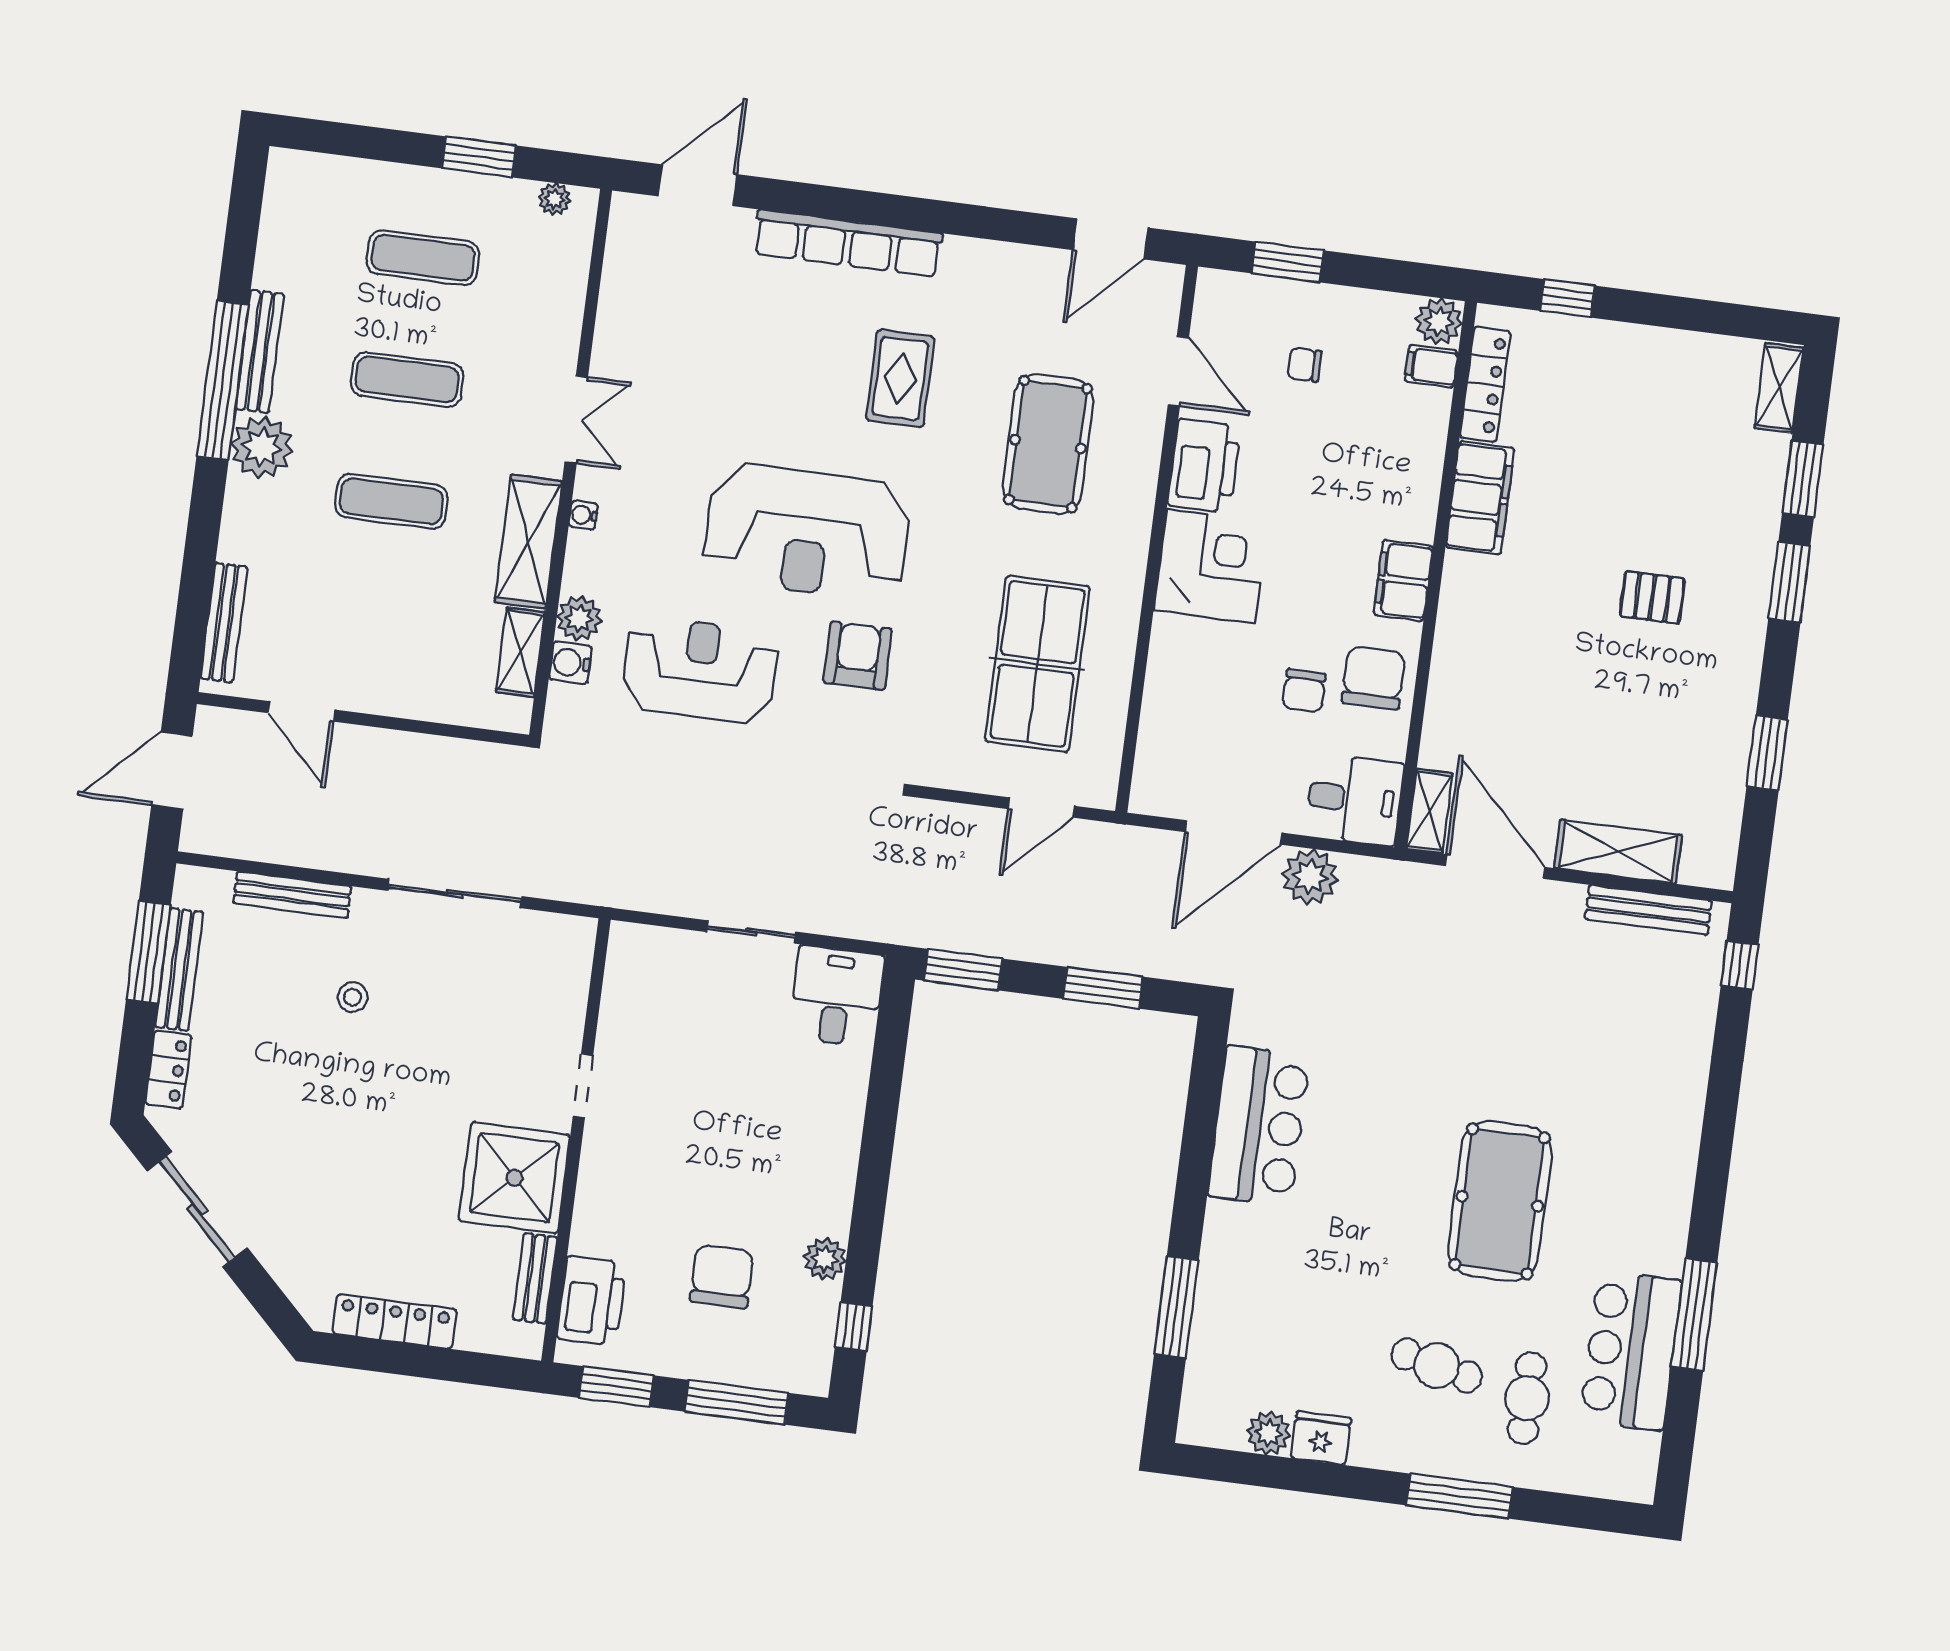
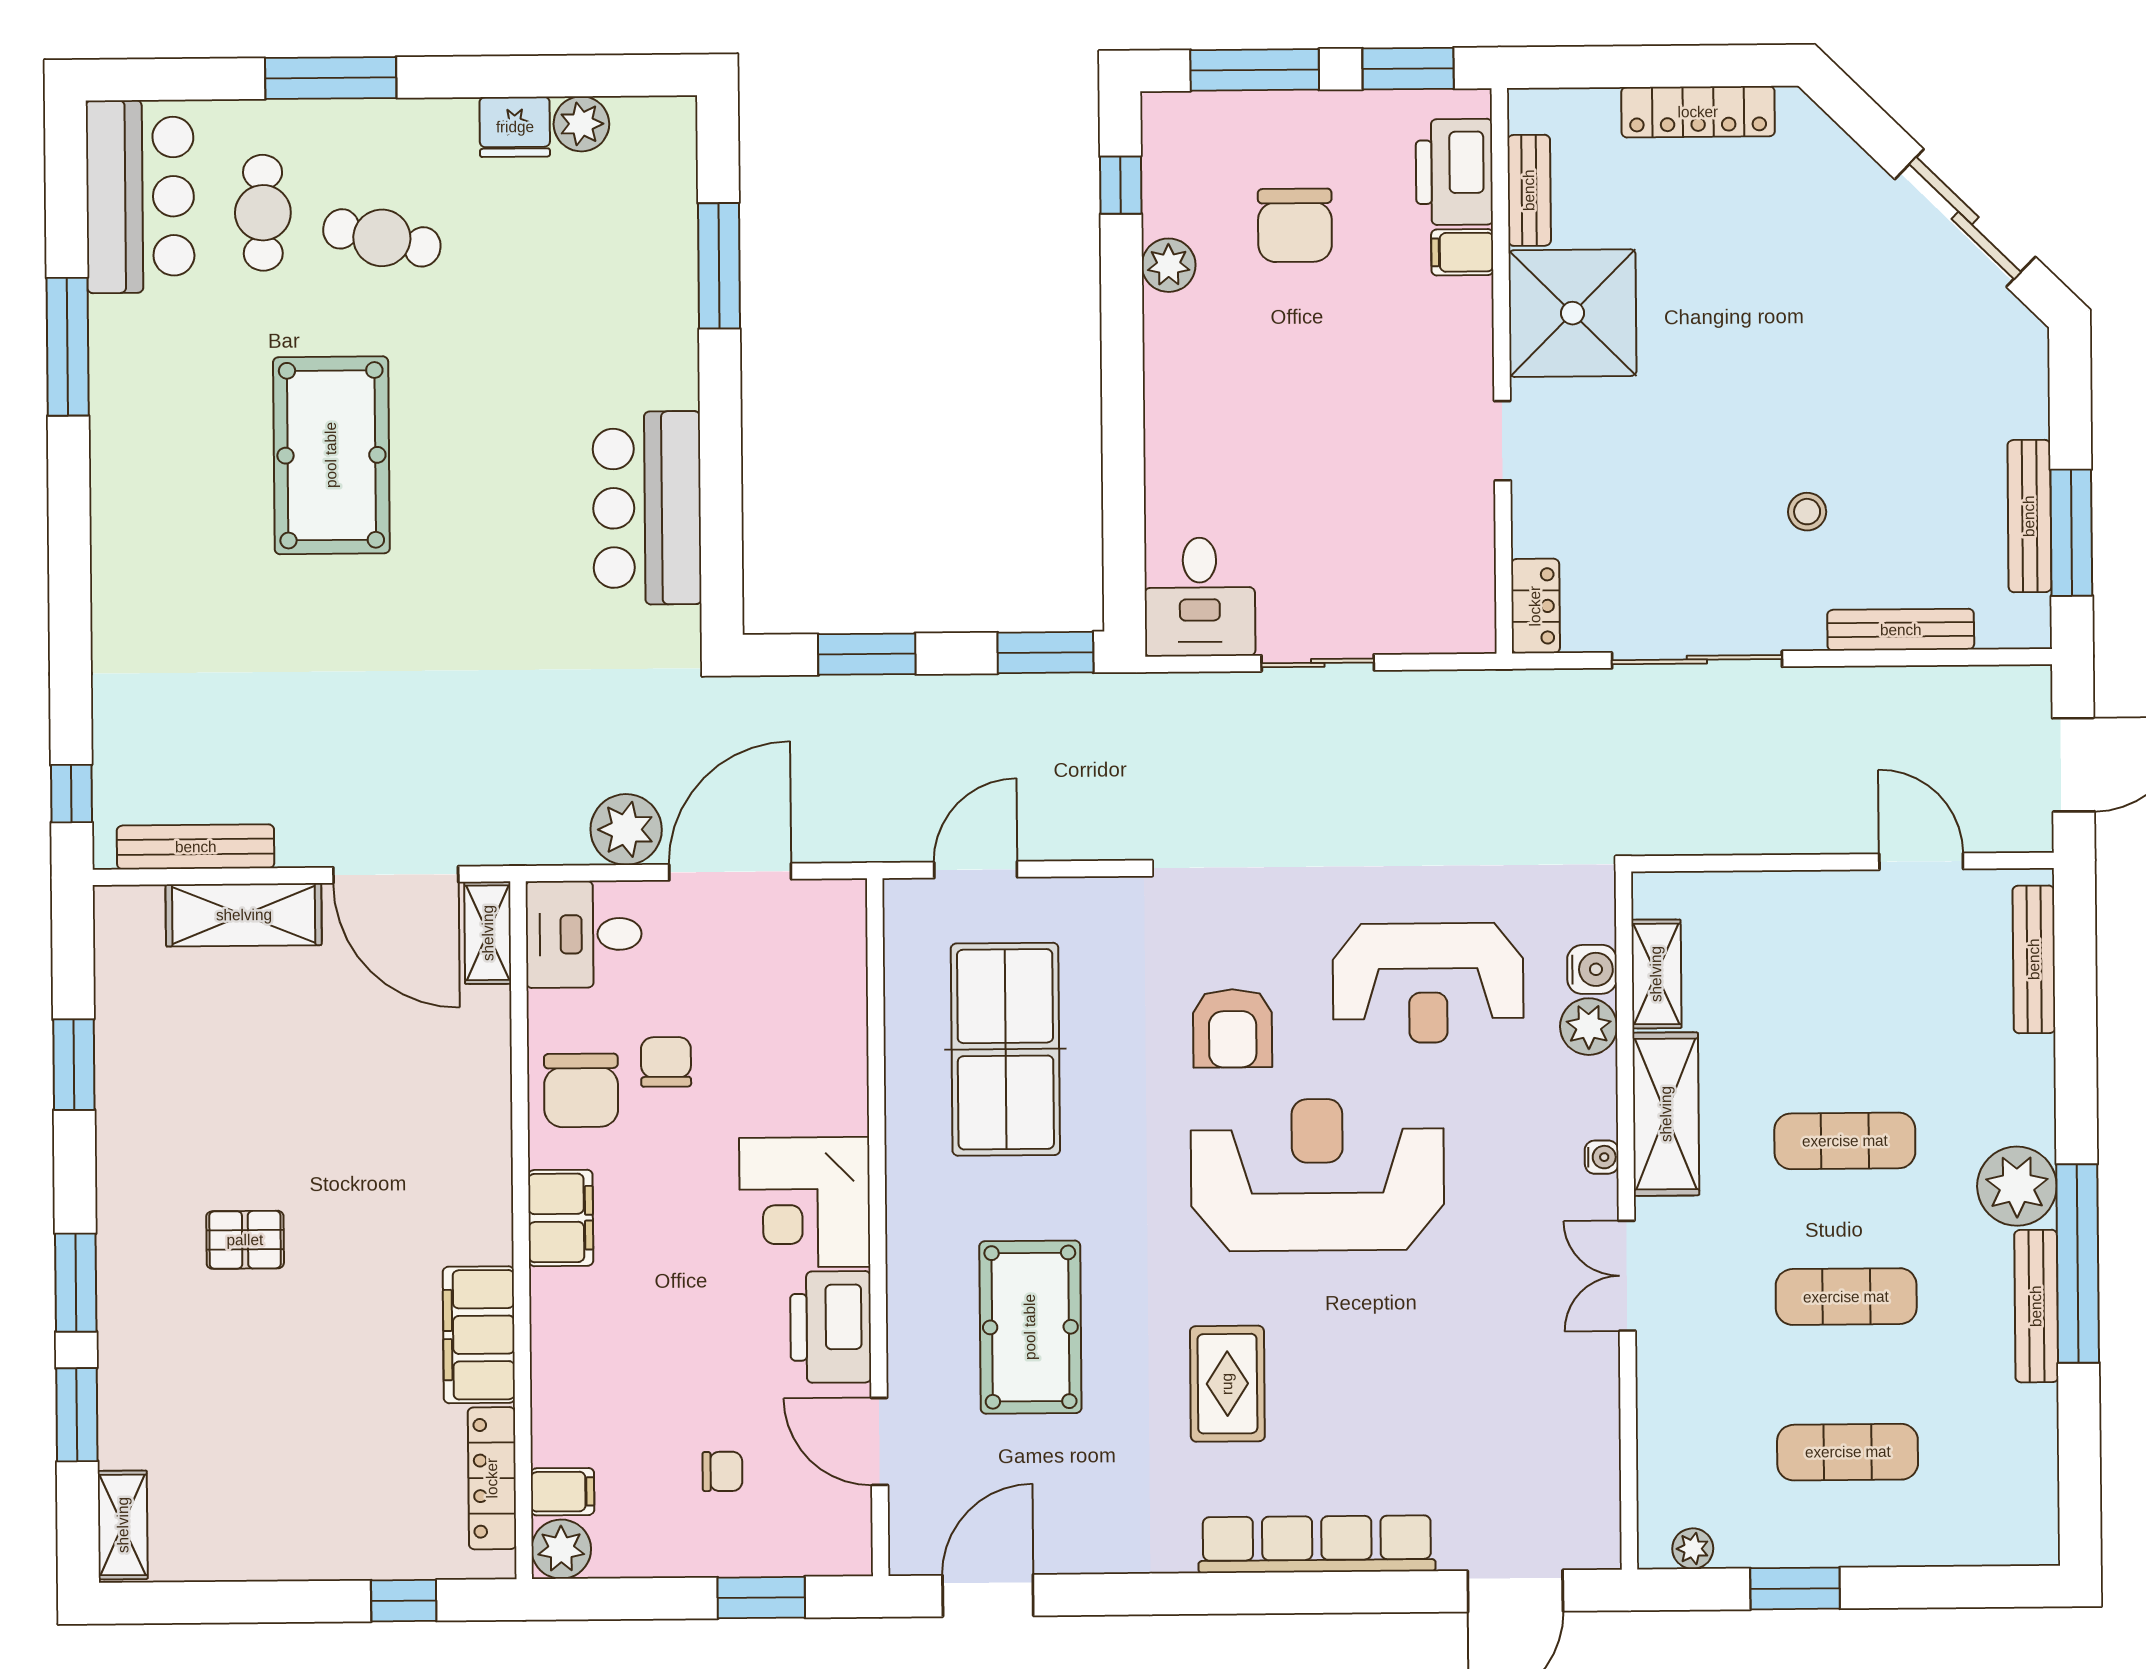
locker: (168, 1070) -> (1535, 606), moved, turned 180
filing cabinet: (594, 1237) -> (1462, 252), added
bar counter: (1631, 1351) -> (140, 196), moved

